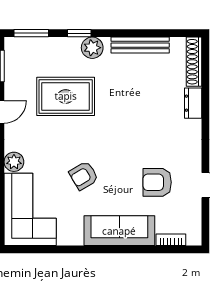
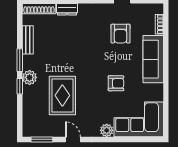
window: (31, 33) -> (20, 60), moved
bench: (140, 45) -> (28, 40), width x0.73
armchair: (84, 176) -> (116, 83), turned -59

